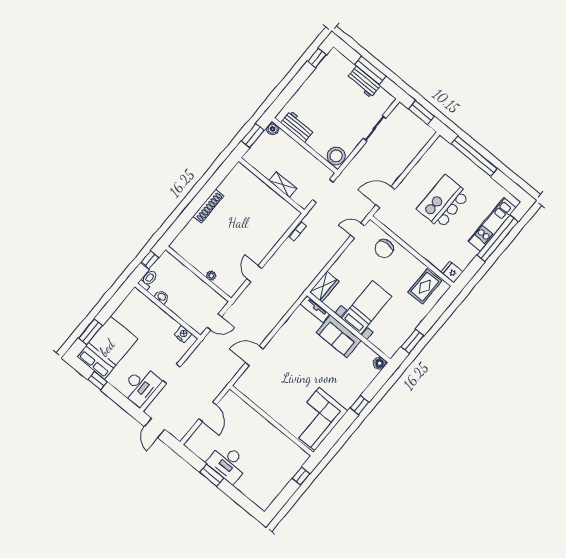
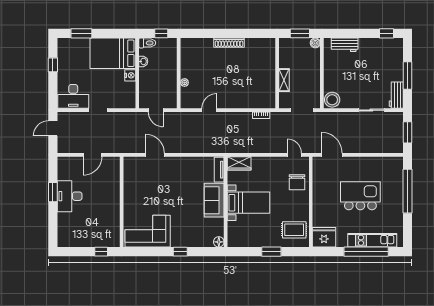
workbench: (364, 82) -> (396, 95), moved
workbench: (297, 127) -> (345, 45), moved, turned 90
chair: (384, 249) -> (297, 182), turned -87
fridge: (452, 272) -> (324, 237), width x1.88, depth x1.34
nightstand: (183, 334) -> (130, 75), moved
window: (412, 341) -> (271, 252), moved
bed: (107, 348) -> (113, 53), moved, turned 180

